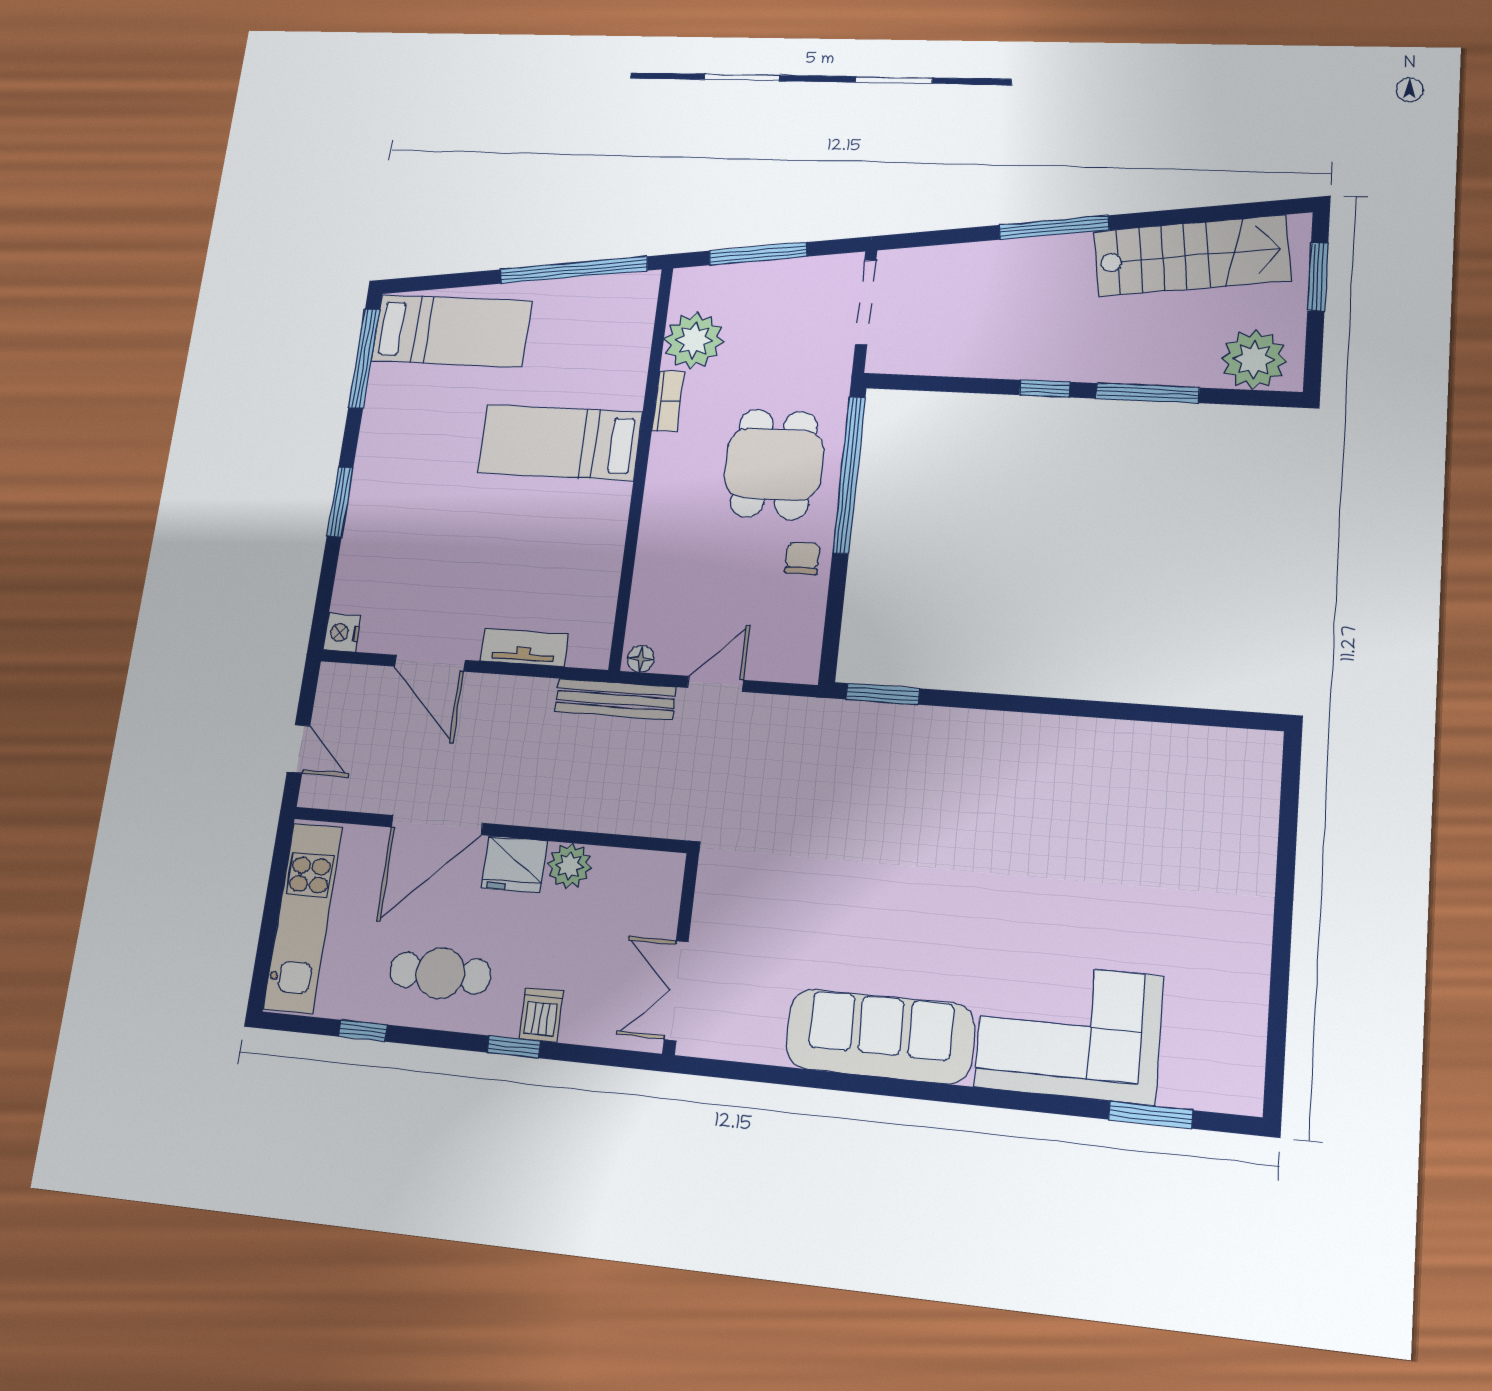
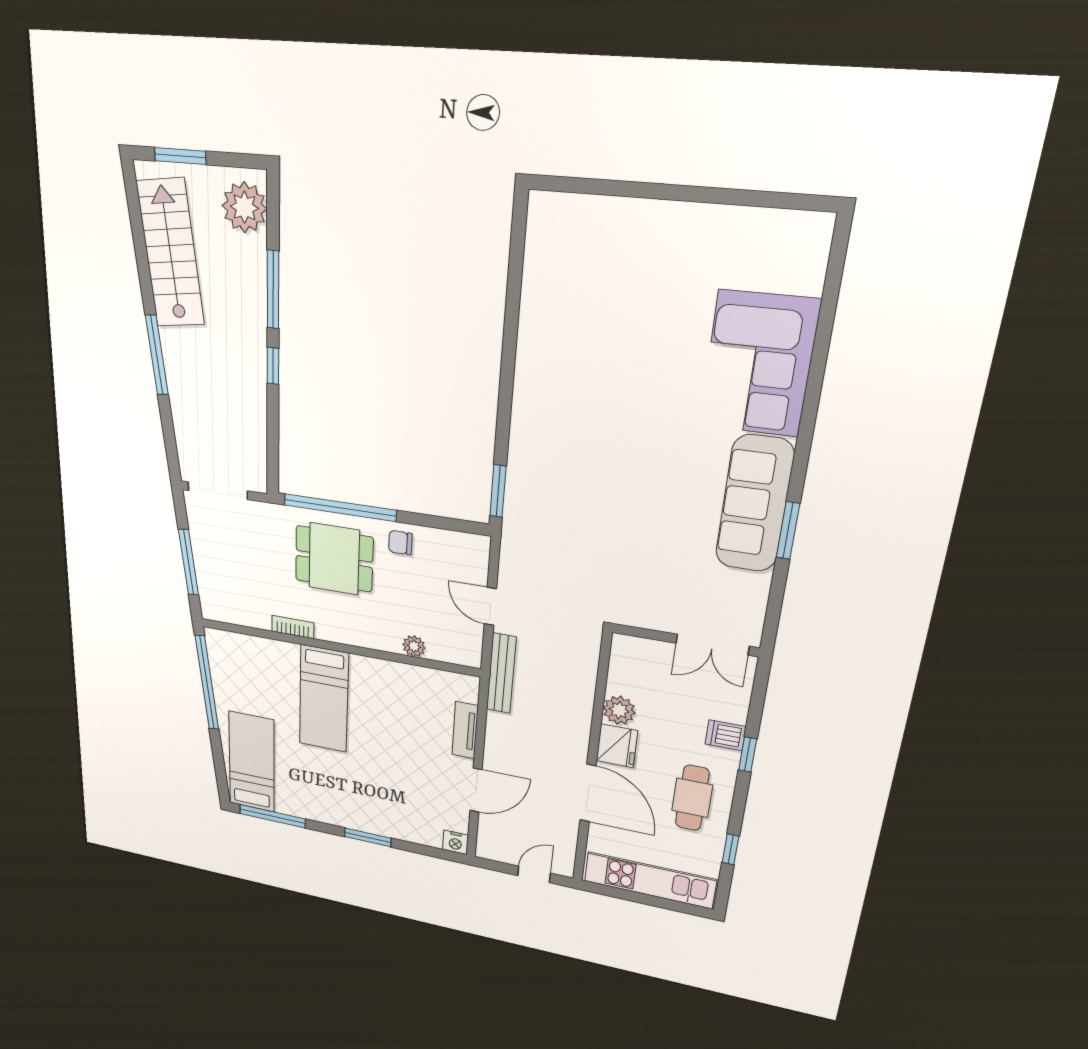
plant: (694, 340) -> (414, 646), moved, width x0.53, depth x0.53
floor lamp: (641, 659) -> (473, 655), removed
window: (1151, 1115) -> (788, 531), moved

